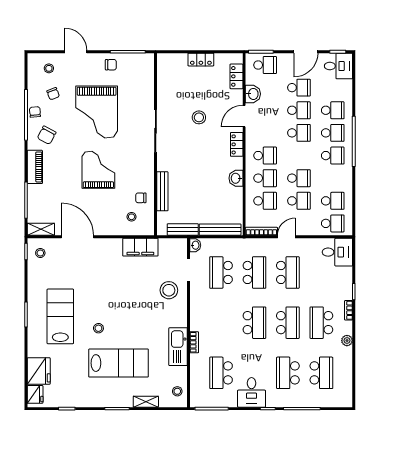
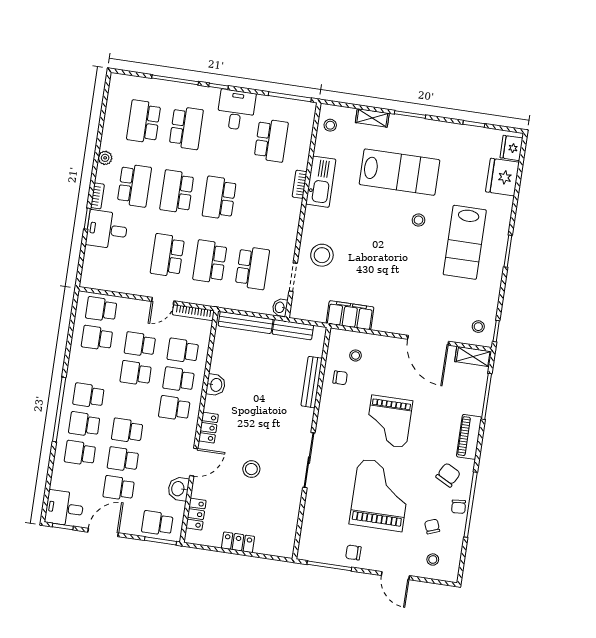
desk: (337, 252) -> (107, 230), moved
lab bench: (119, 363) -> (400, 172), turned 180

